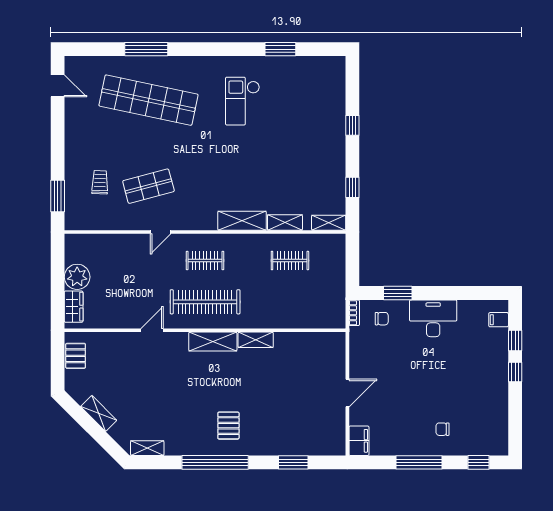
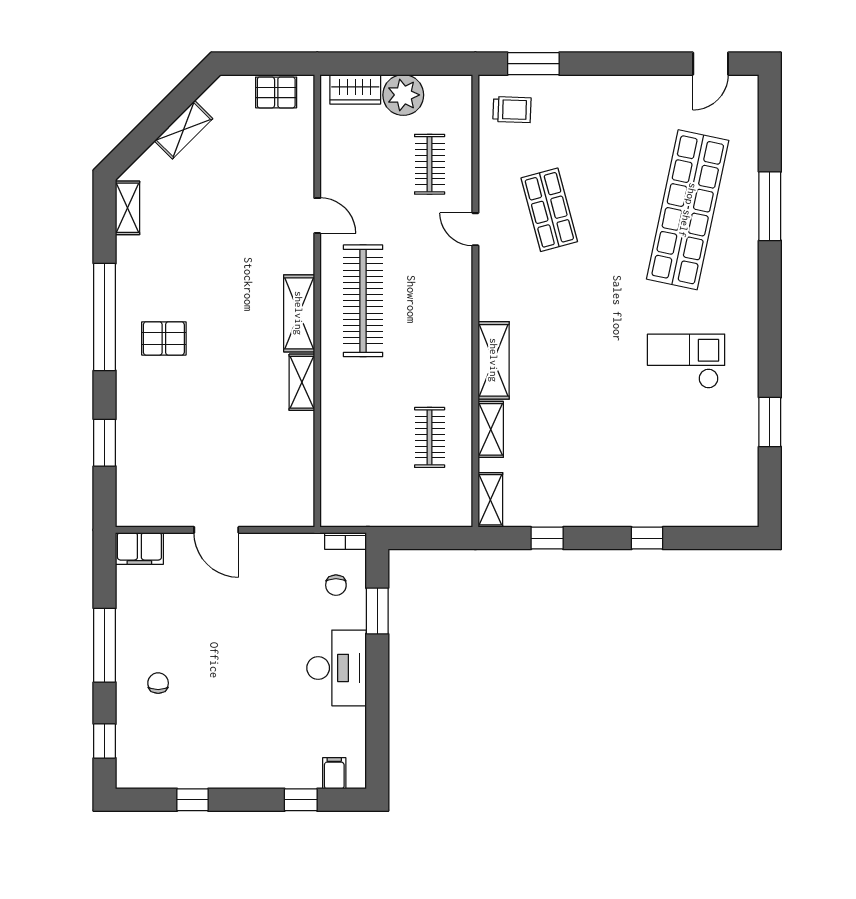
trolley: (100, 182) -> (512, 110), moved
clothes rail: (205, 260) -> (430, 164), moved
window: (515, 372) -> (193, 800), moved

